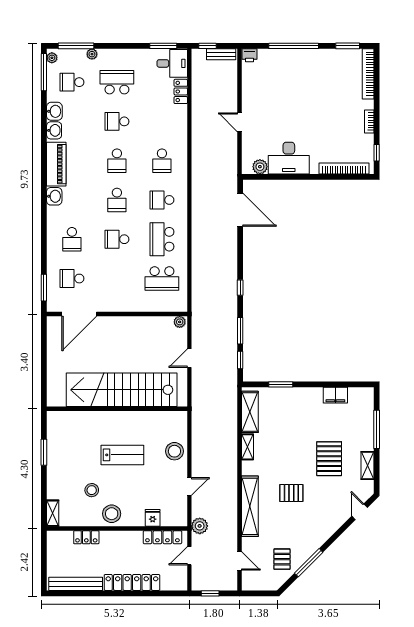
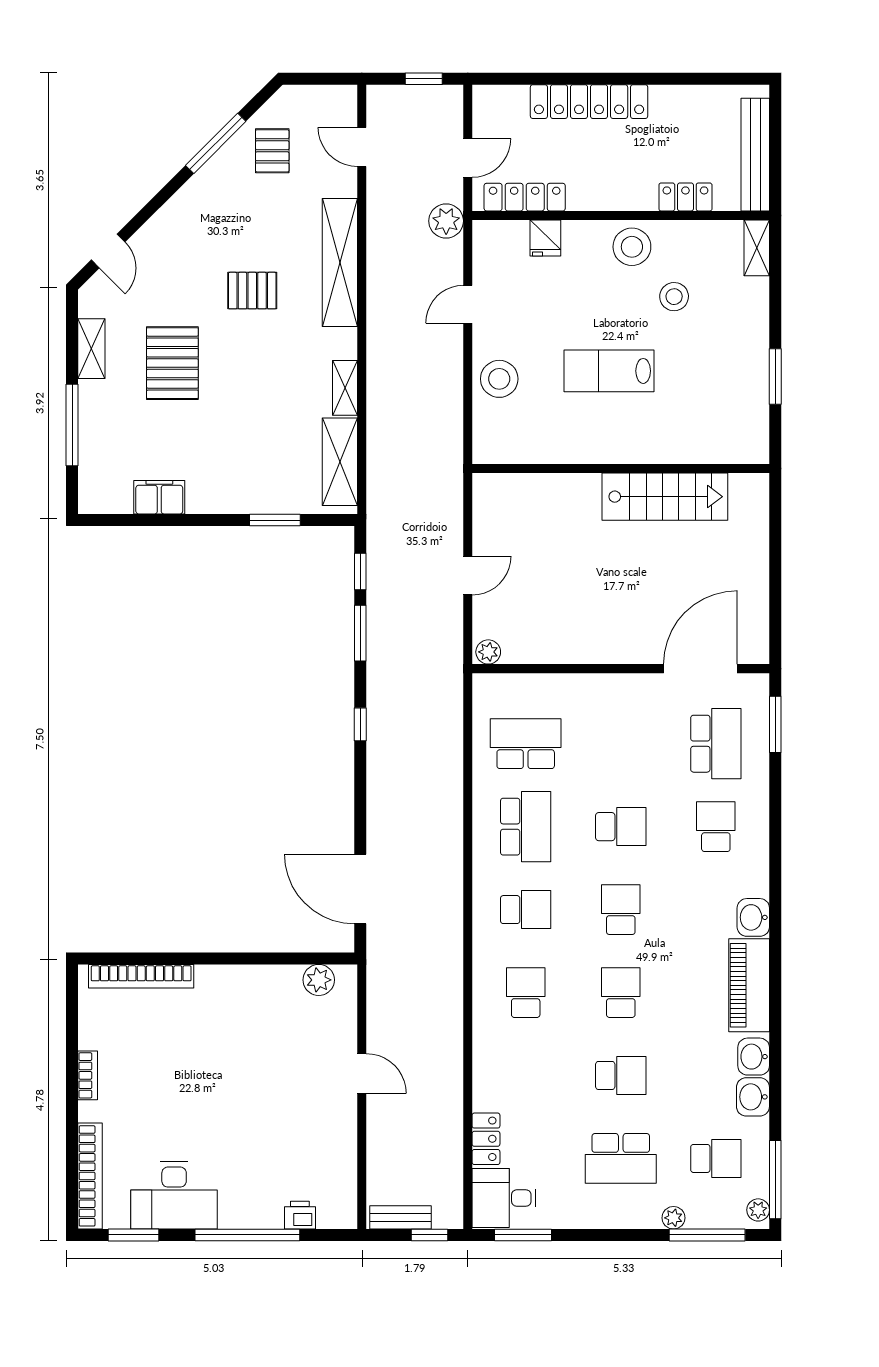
printer: (249, 55) -> (300, 1215), moved
window: (377, 153) -> (72, 1009), removed
desk: (289, 158) -> (174, 1195), moved, turned 180
school desk: (72, 279) -> (716, 744), width x1.85
stairs: (122, 390) -> (665, 497), width x0.54, depth x0.66
bench: (76, 584) -> (755, 155), moved, turned 90

